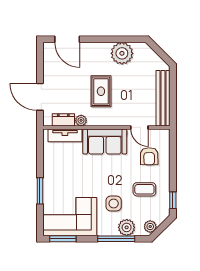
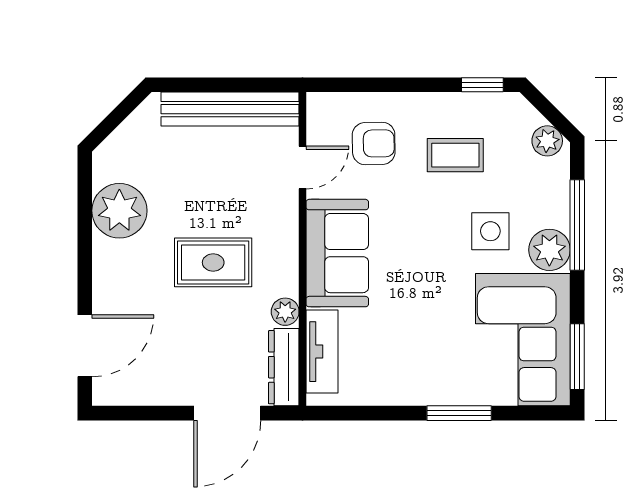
dresser: (63, 120) -> (284, 367), width x1.44
coffee table: (144, 189) -> (455, 155), turned 90
plant: (127, 227) -> (549, 250), moved

